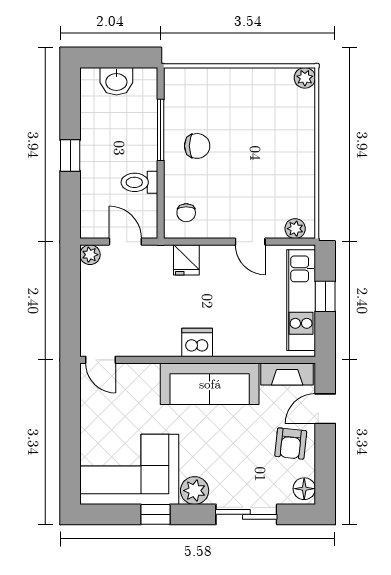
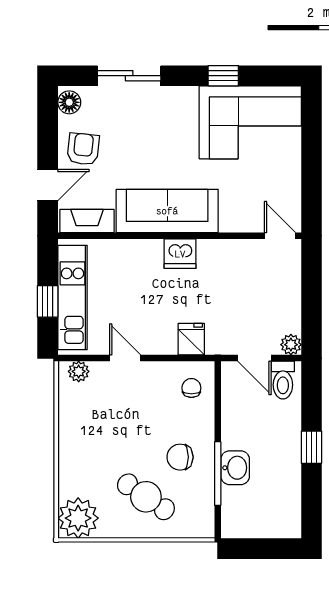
plant: (305, 78) -> (78, 518), width x1.88, depth x1.88
washbasin: (116, 81) -> (235, 468), moved, turned 90
cafe table: (230, 108) -> (146, 497), added
toilet: (139, 182) -> (283, 380), moved, turned 90
plant: (195, 491) -> (183, 100), removed

